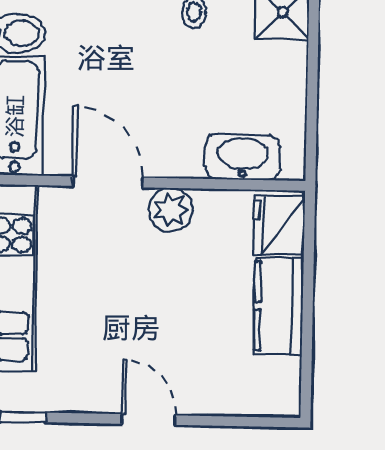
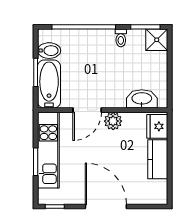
door: (108, 182) -> (87, 110), swing flipped
door: (149, 420) -> (106, 207), width x1.87

